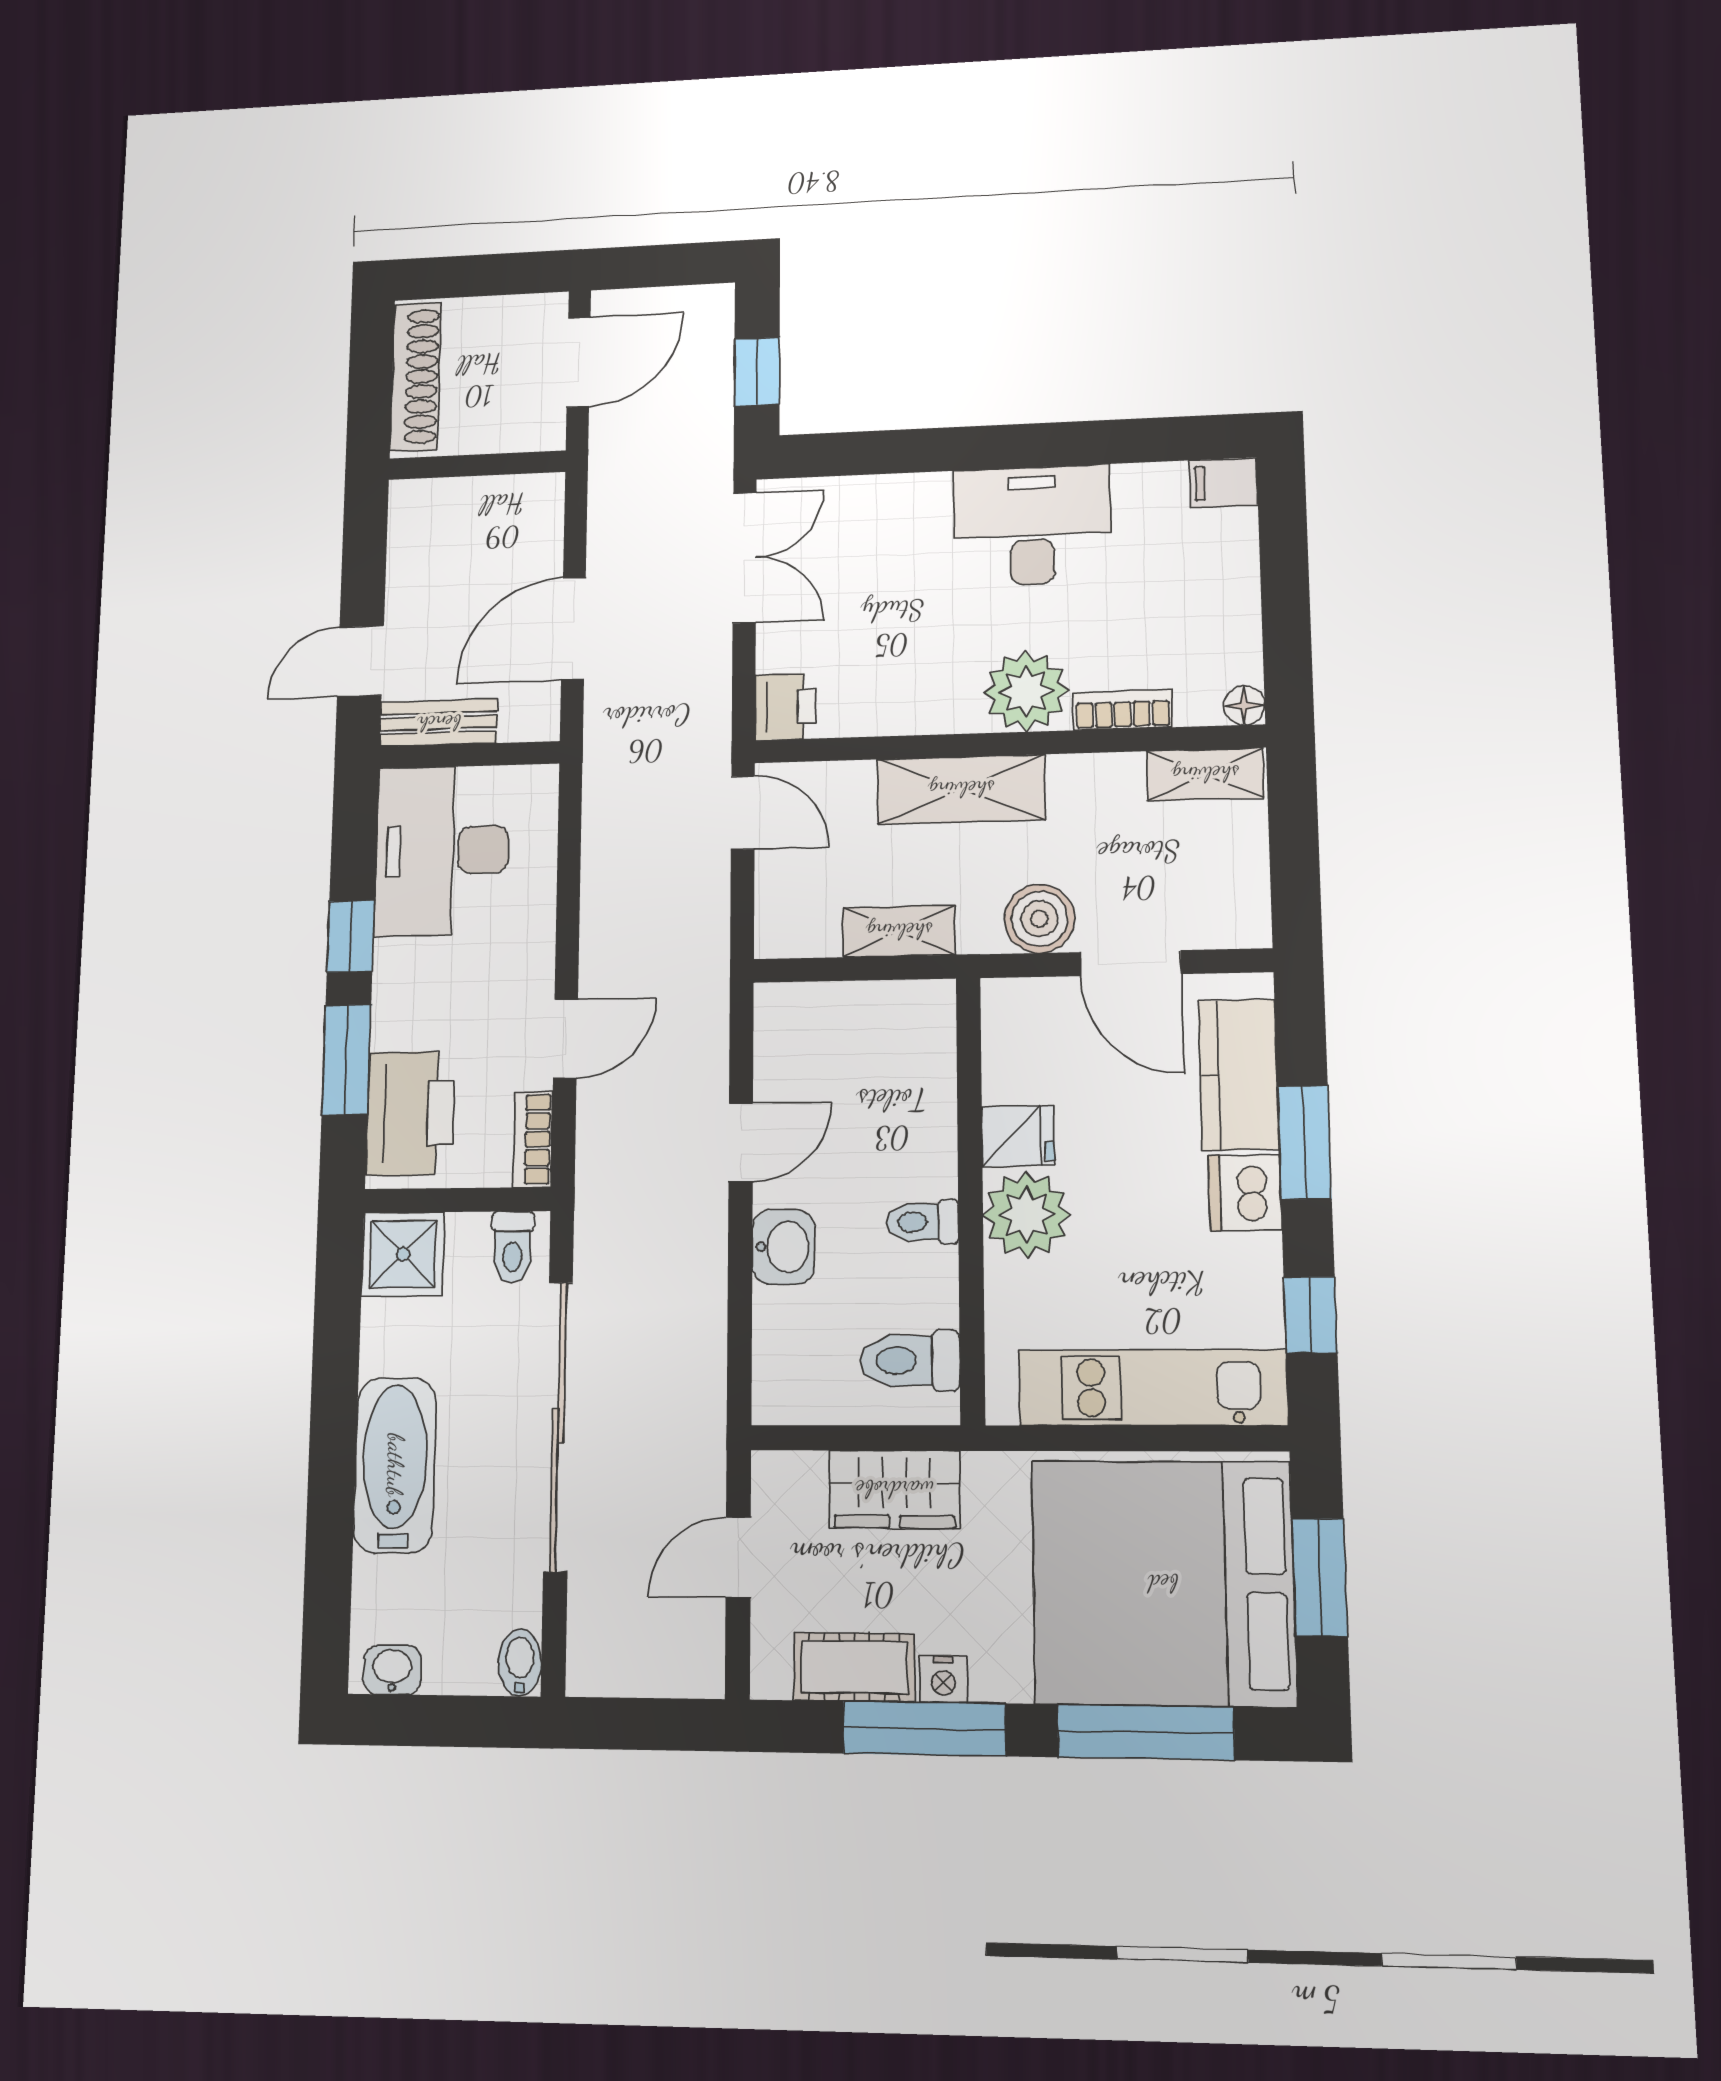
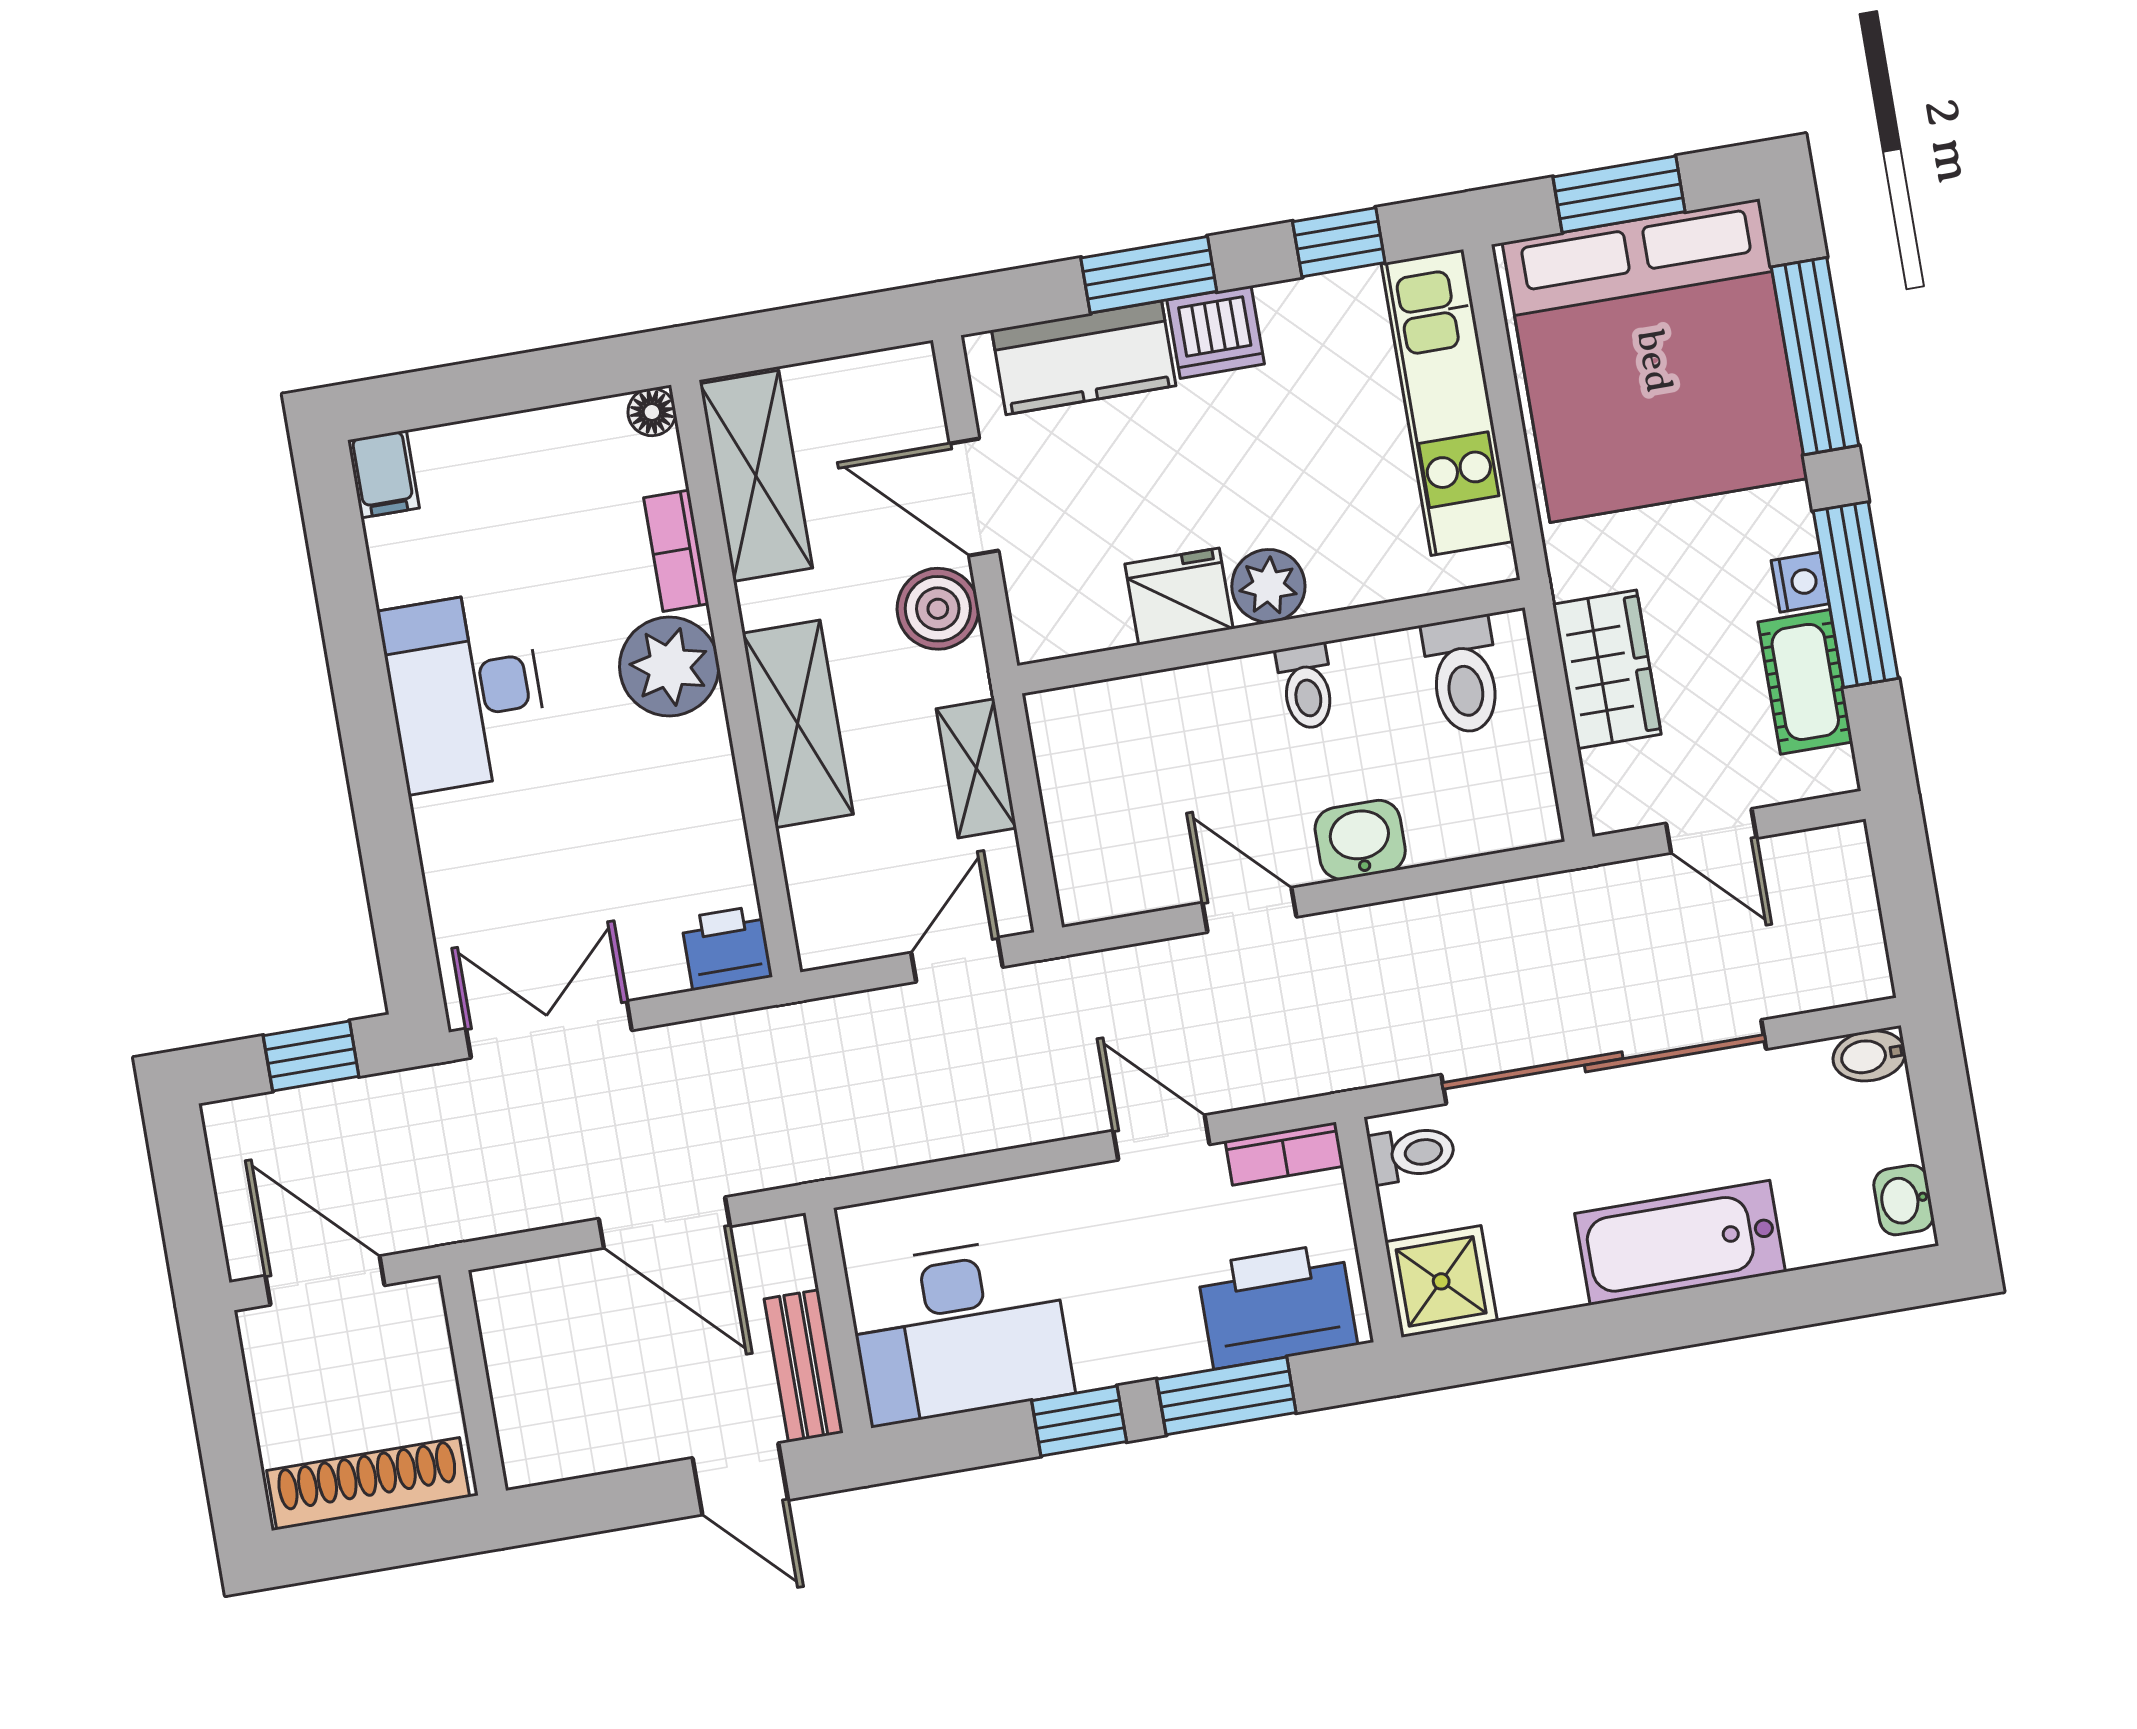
shelving: (1205, 774) -> (756, 476), width x1.50, depth x1.33
door: (743, 813) -> (957, 960), moved
door: (1131, 963) -> (974, 497), swing flipped
fridge: (1018, 1136) -> (1179, 596), width x1.38
plant: (1027, 1215) -> (1268, 586), width x0.73, depth x0.73

